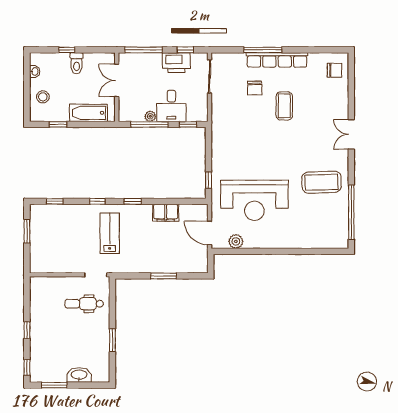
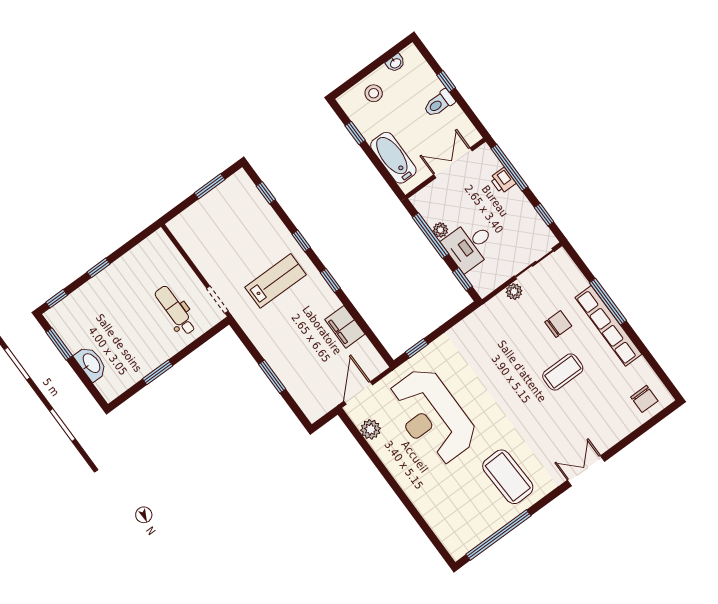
printer: (176, 63) -> (503, 181), moved, width x0.53, depth x0.68
chair: (255, 88) -> (558, 324), turned 180
plant: (217, 100) -> (514, 291), added

